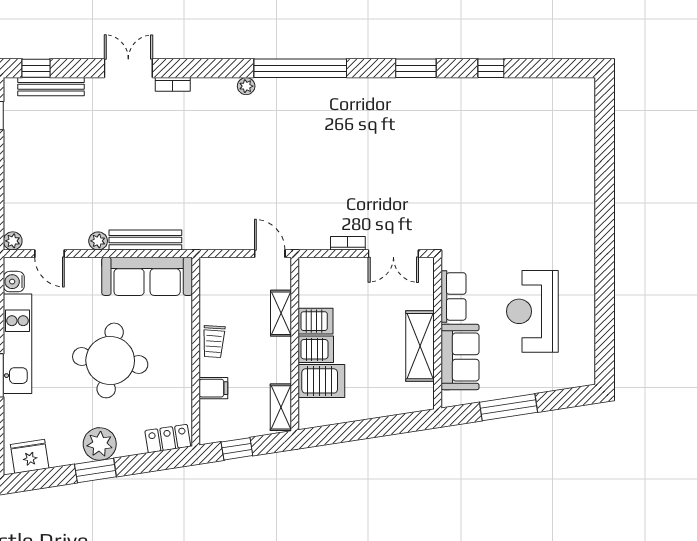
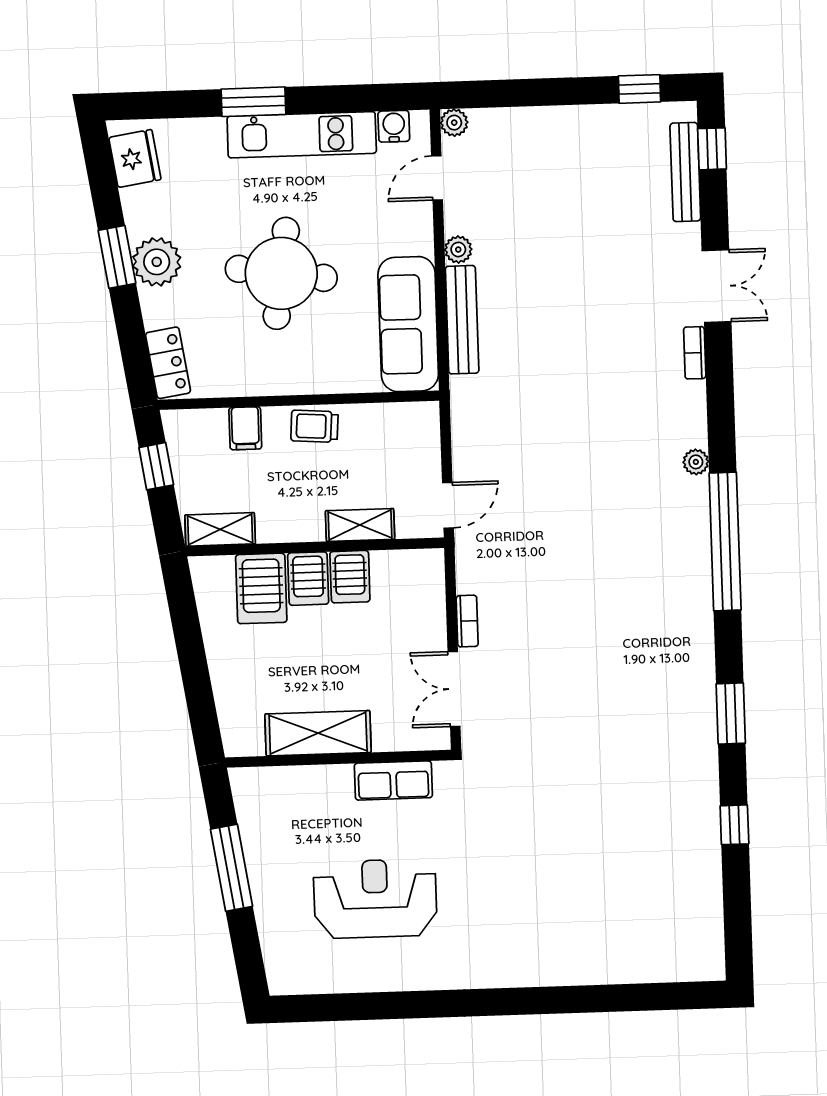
sofa: (460, 357) -> (304, 793), removed

